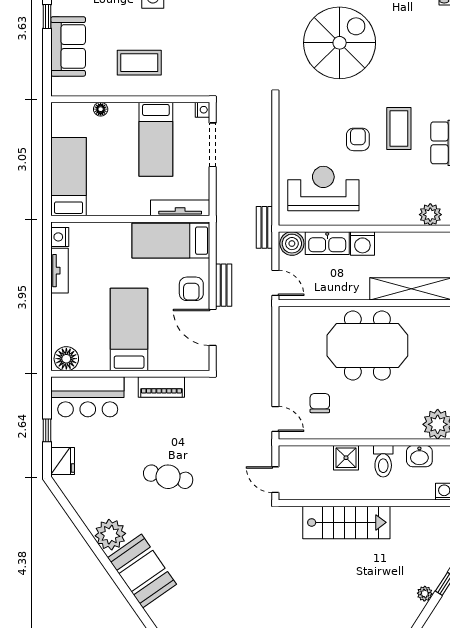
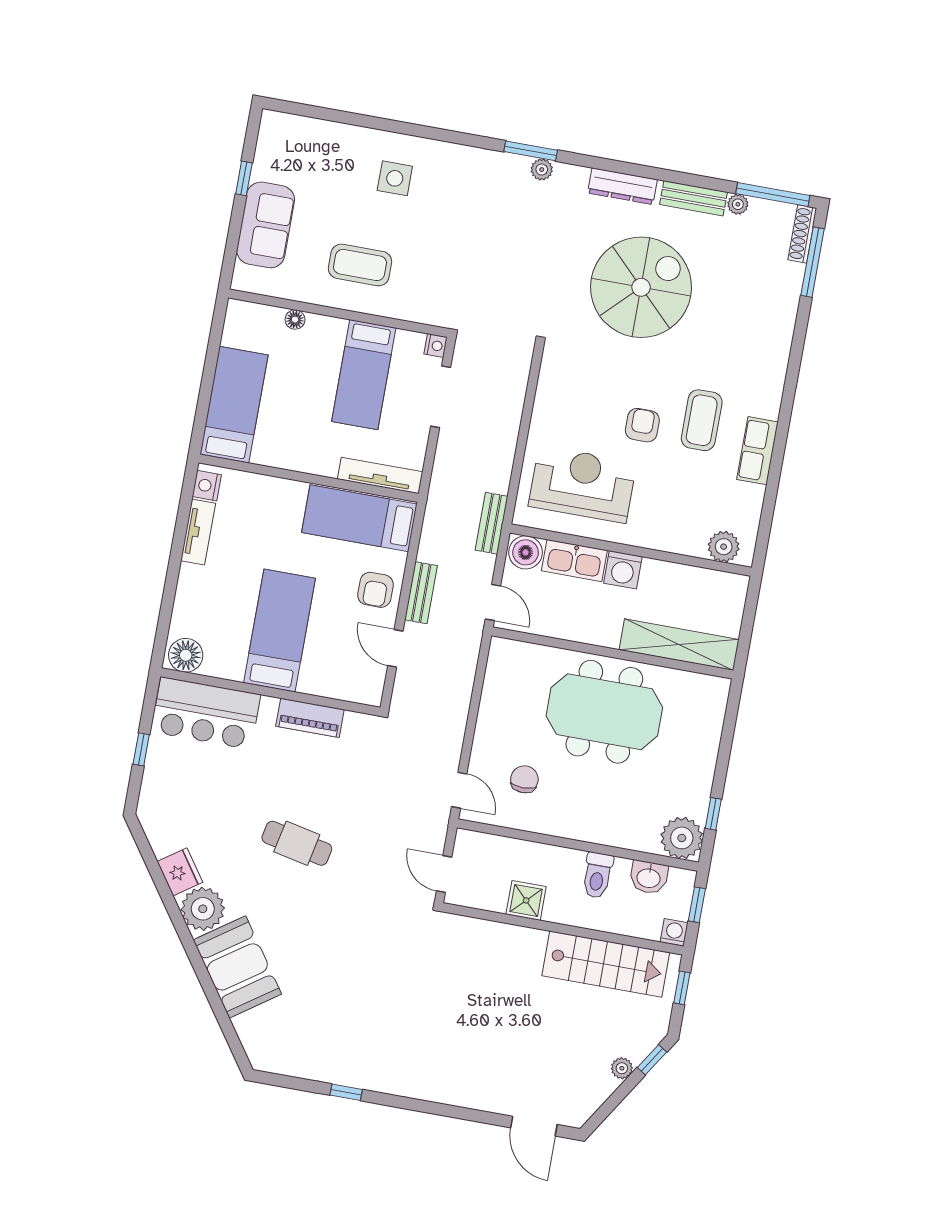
door: (213, 327) -> (395, 648), width x0.73
shower: (346, 458) -> (526, 900), moved
fridge: (63, 461) -> (180, 872), moved, turned -35
stairs: (346, 522) -> (606, 964), moved

